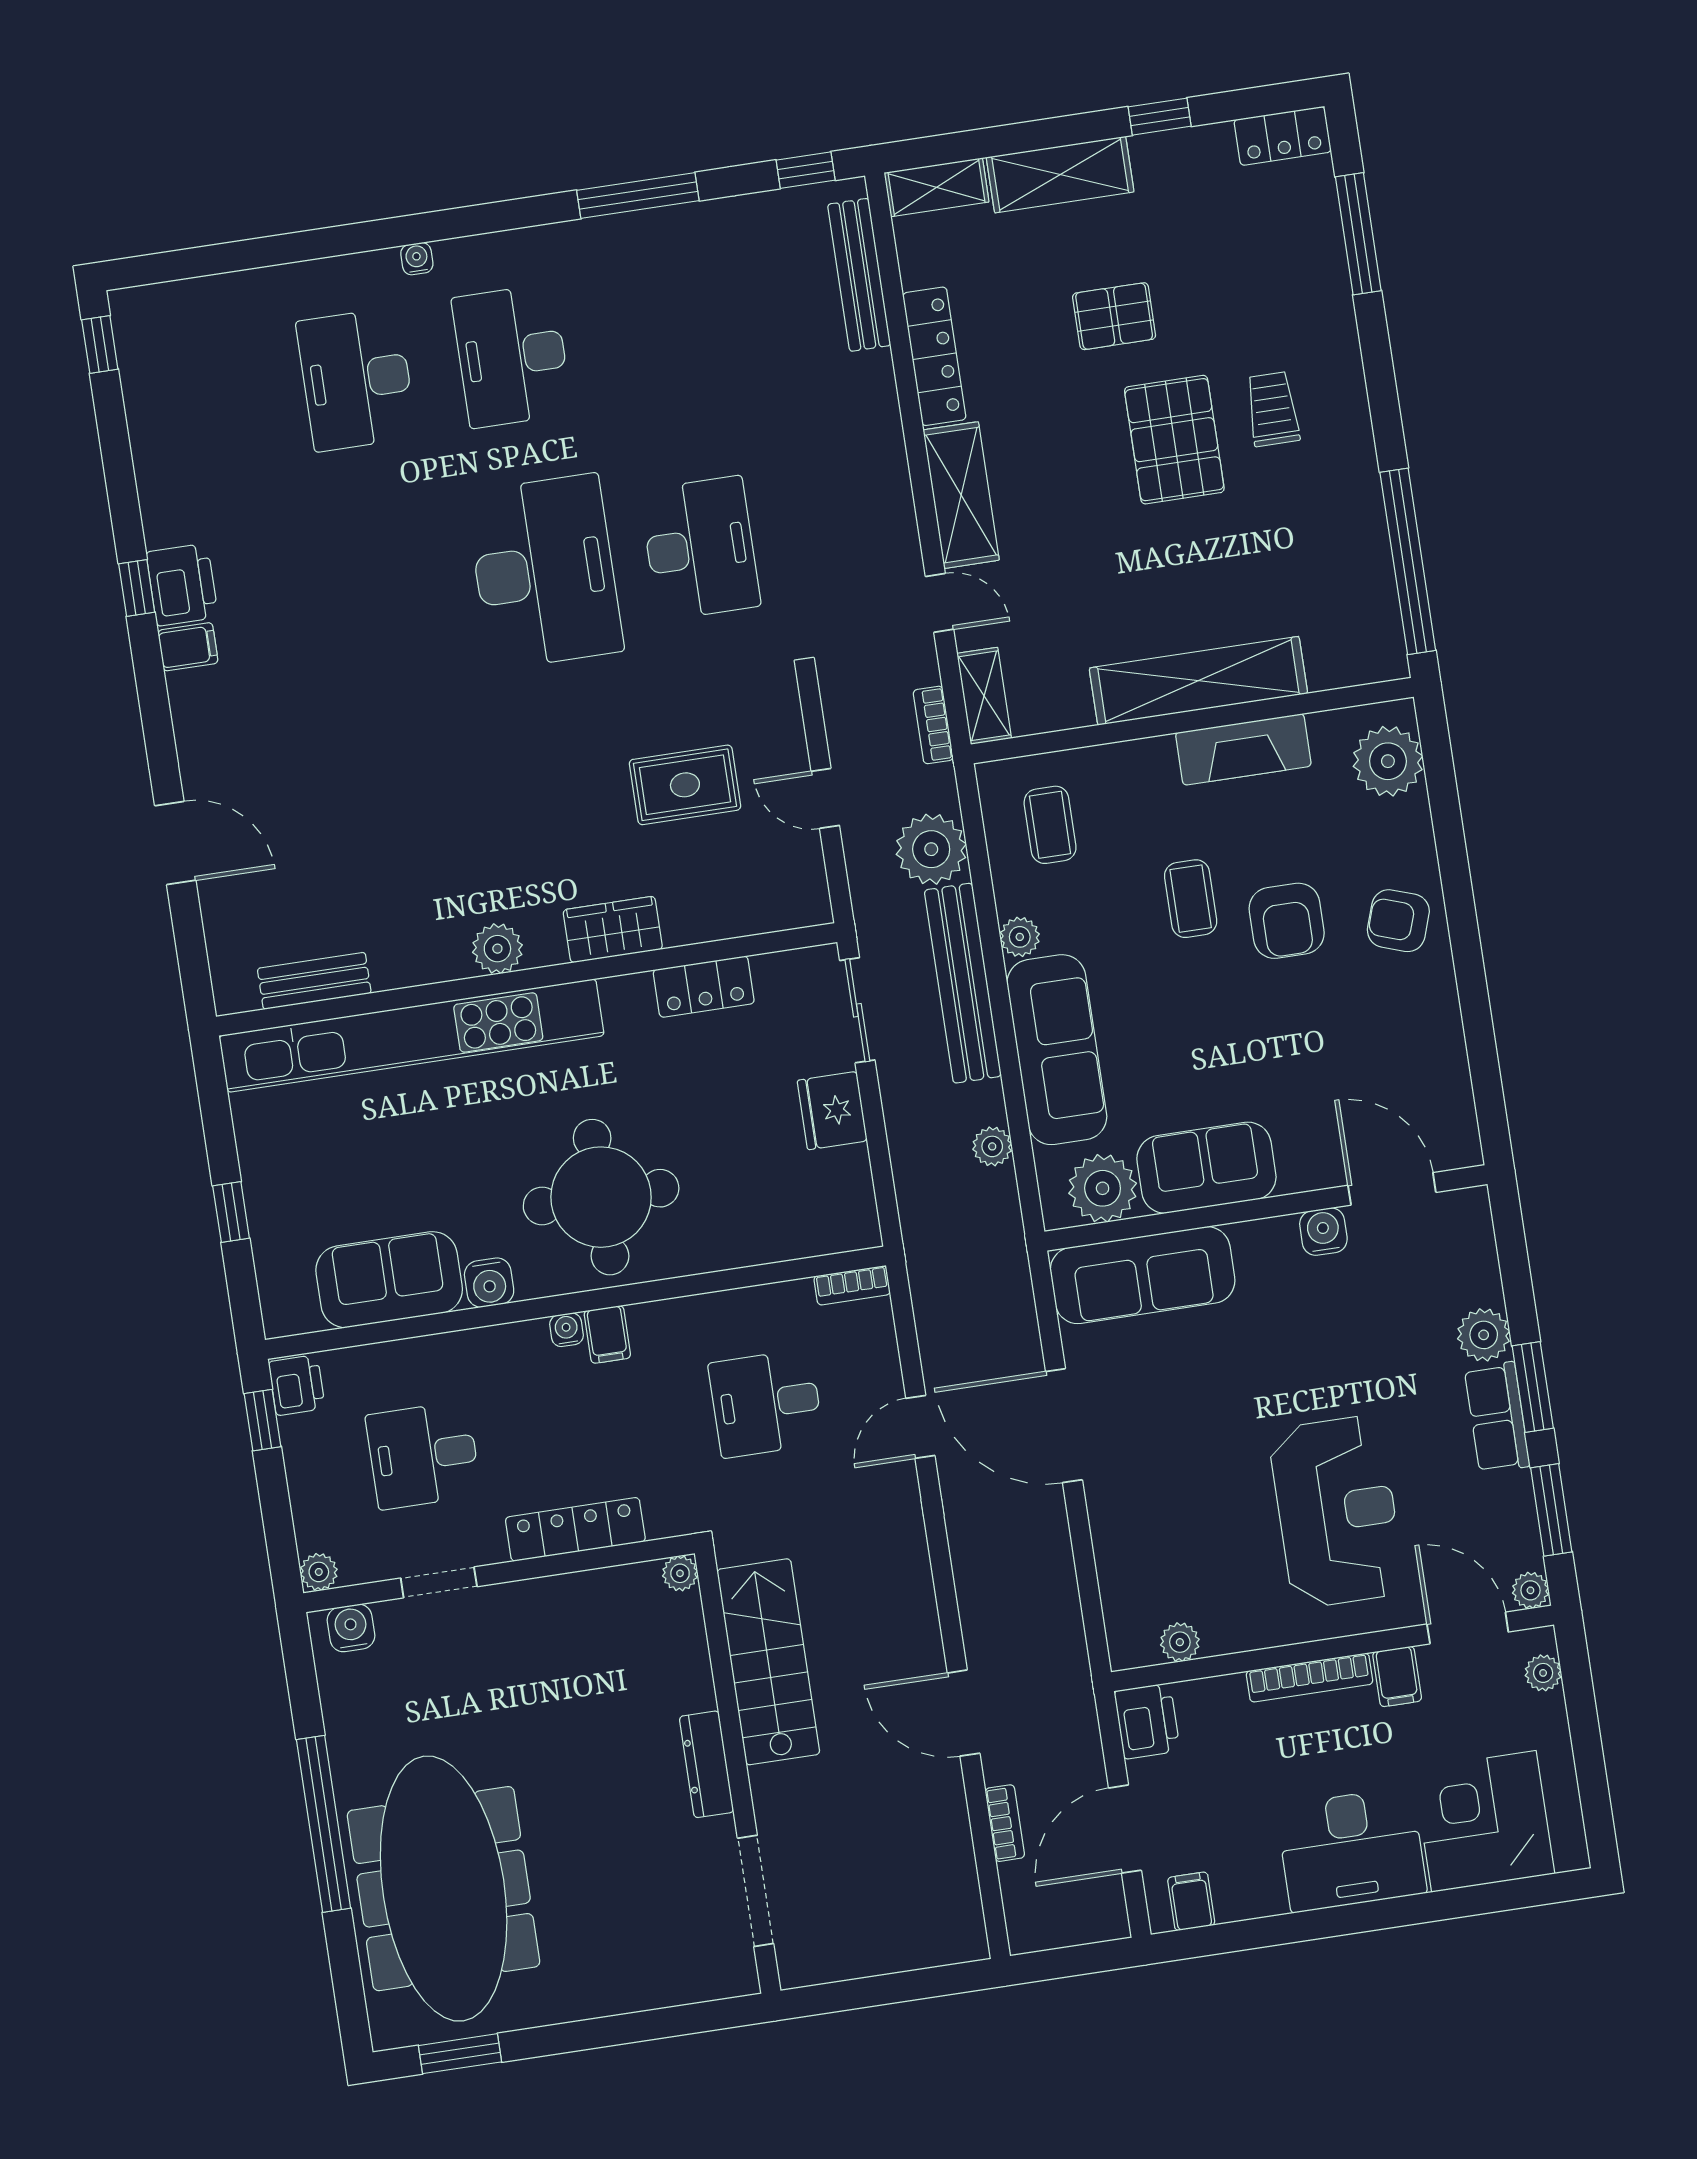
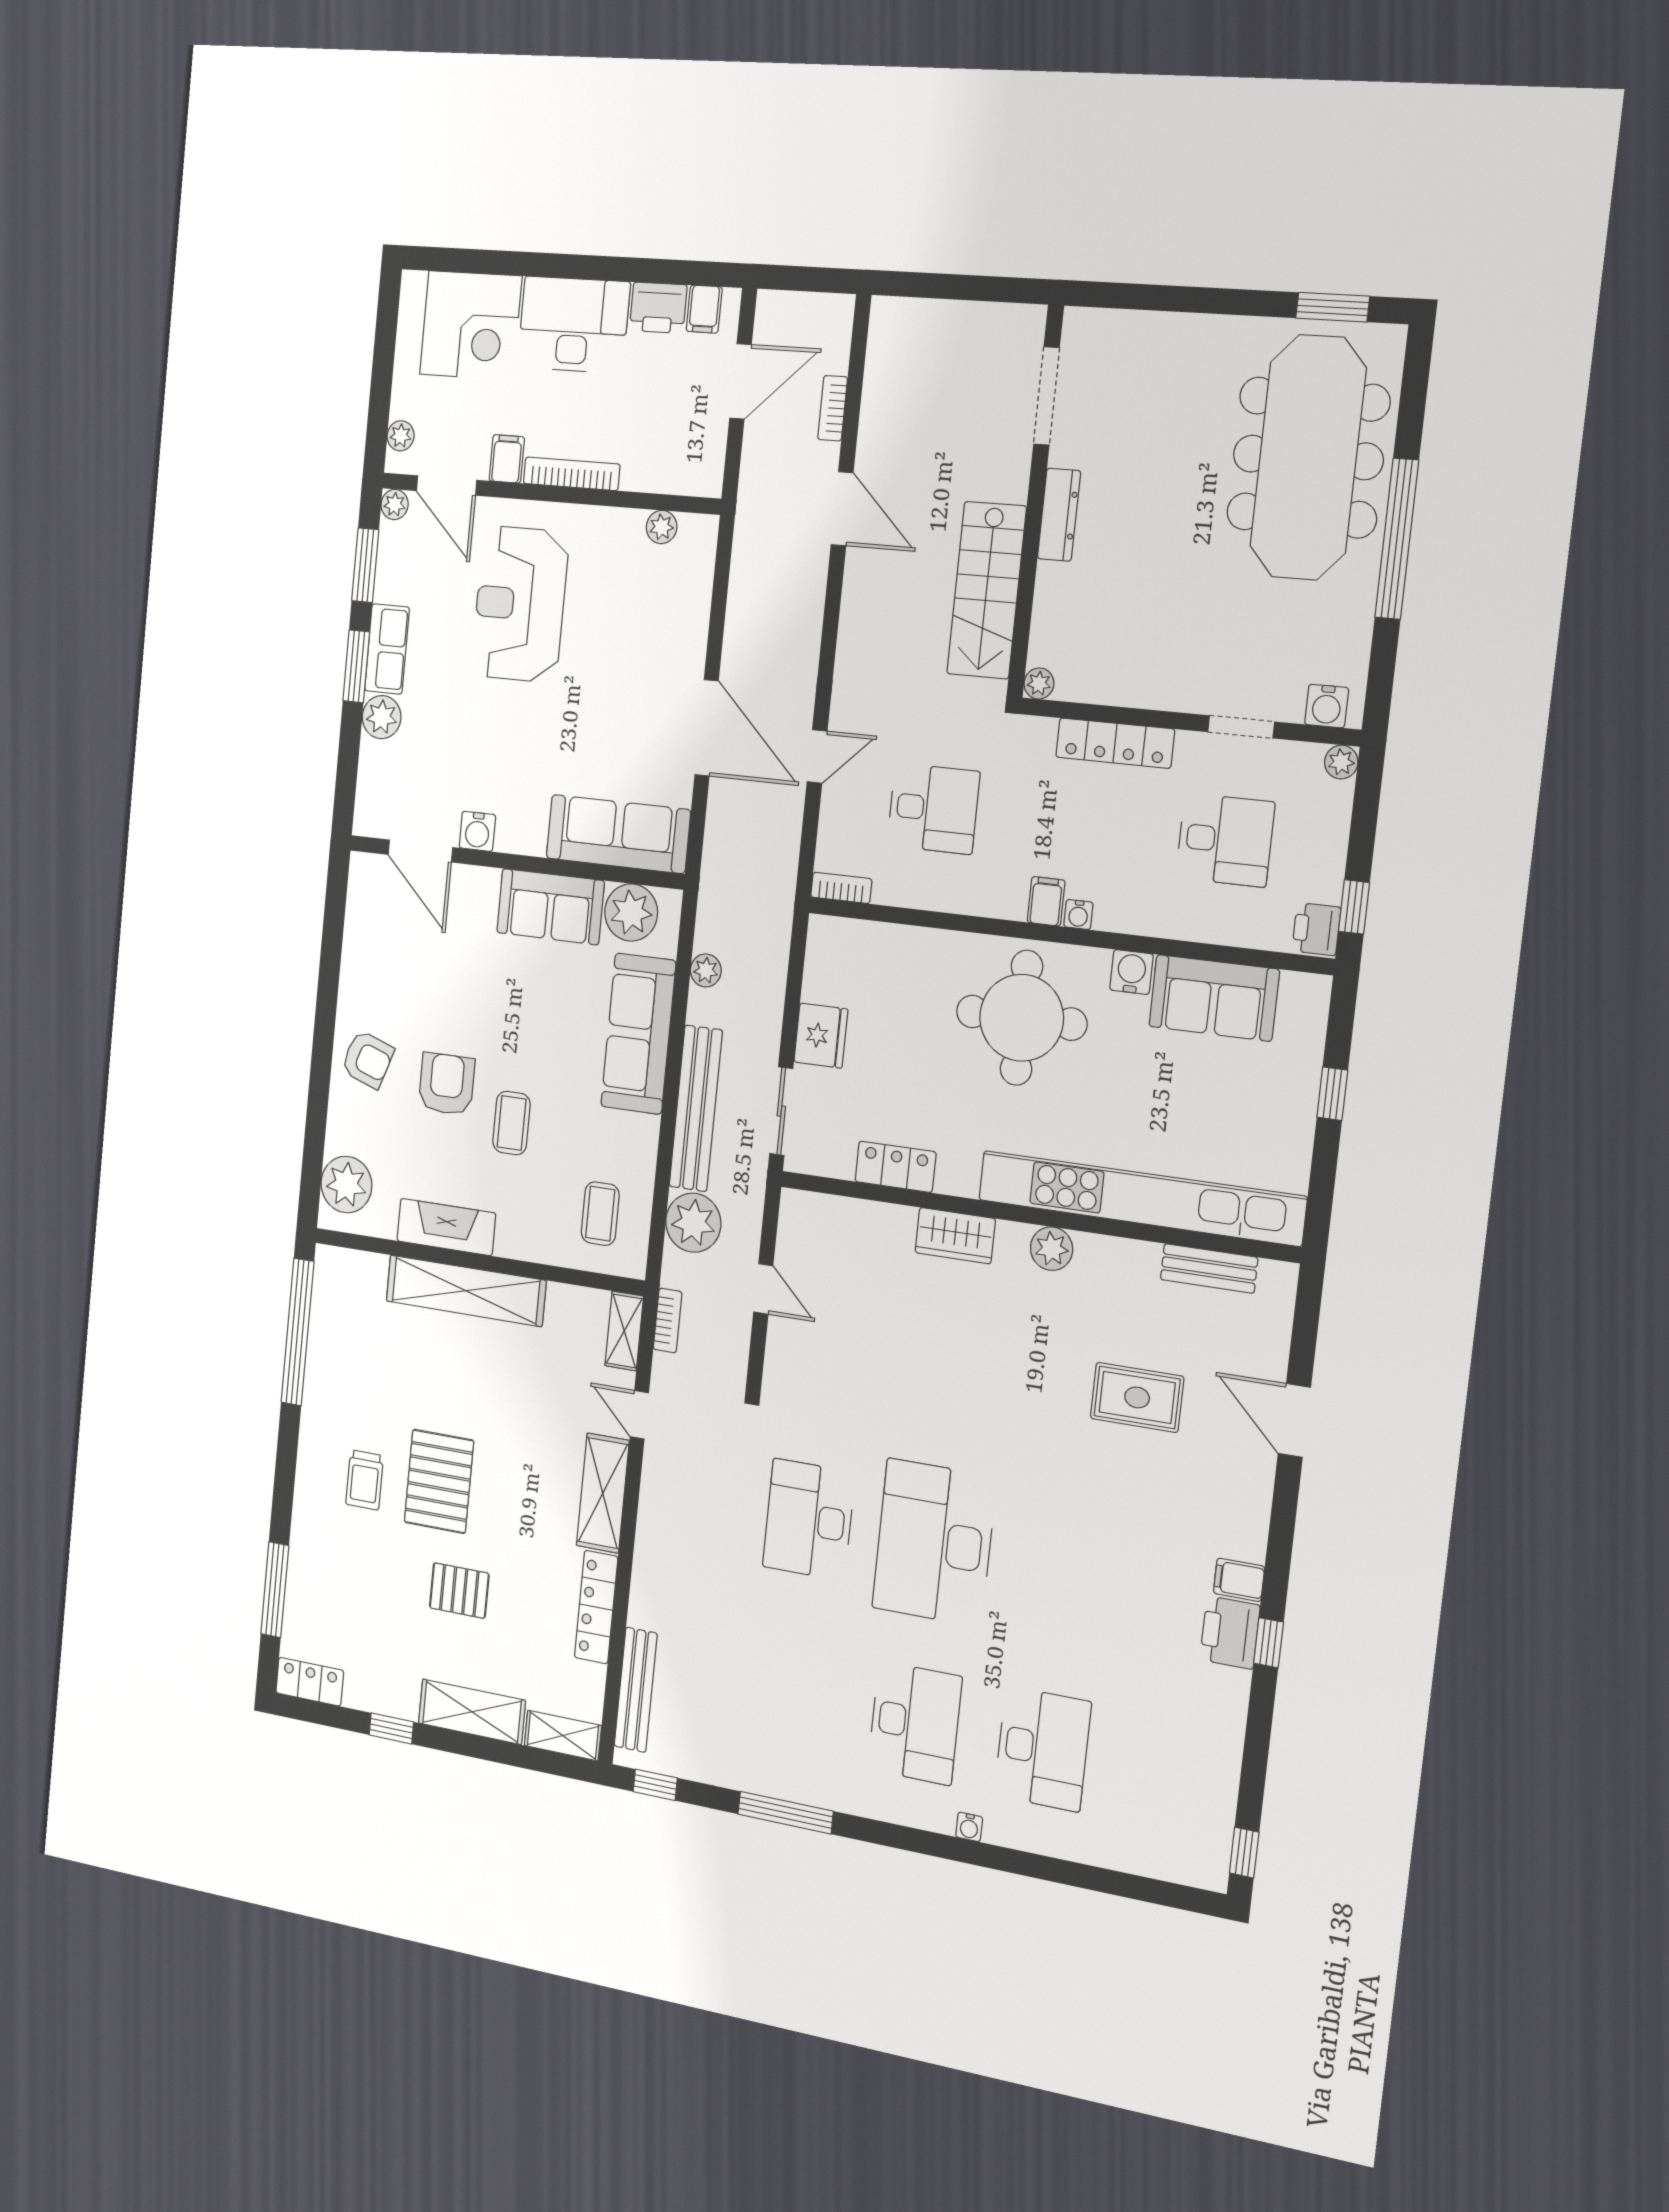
rug: (685, 785) -> (1137, 1397), moved
plant: (1020, 937) -> (644, 1132), removed
printer: (1147, 1721) -> (658, 308), moved, turned -90

